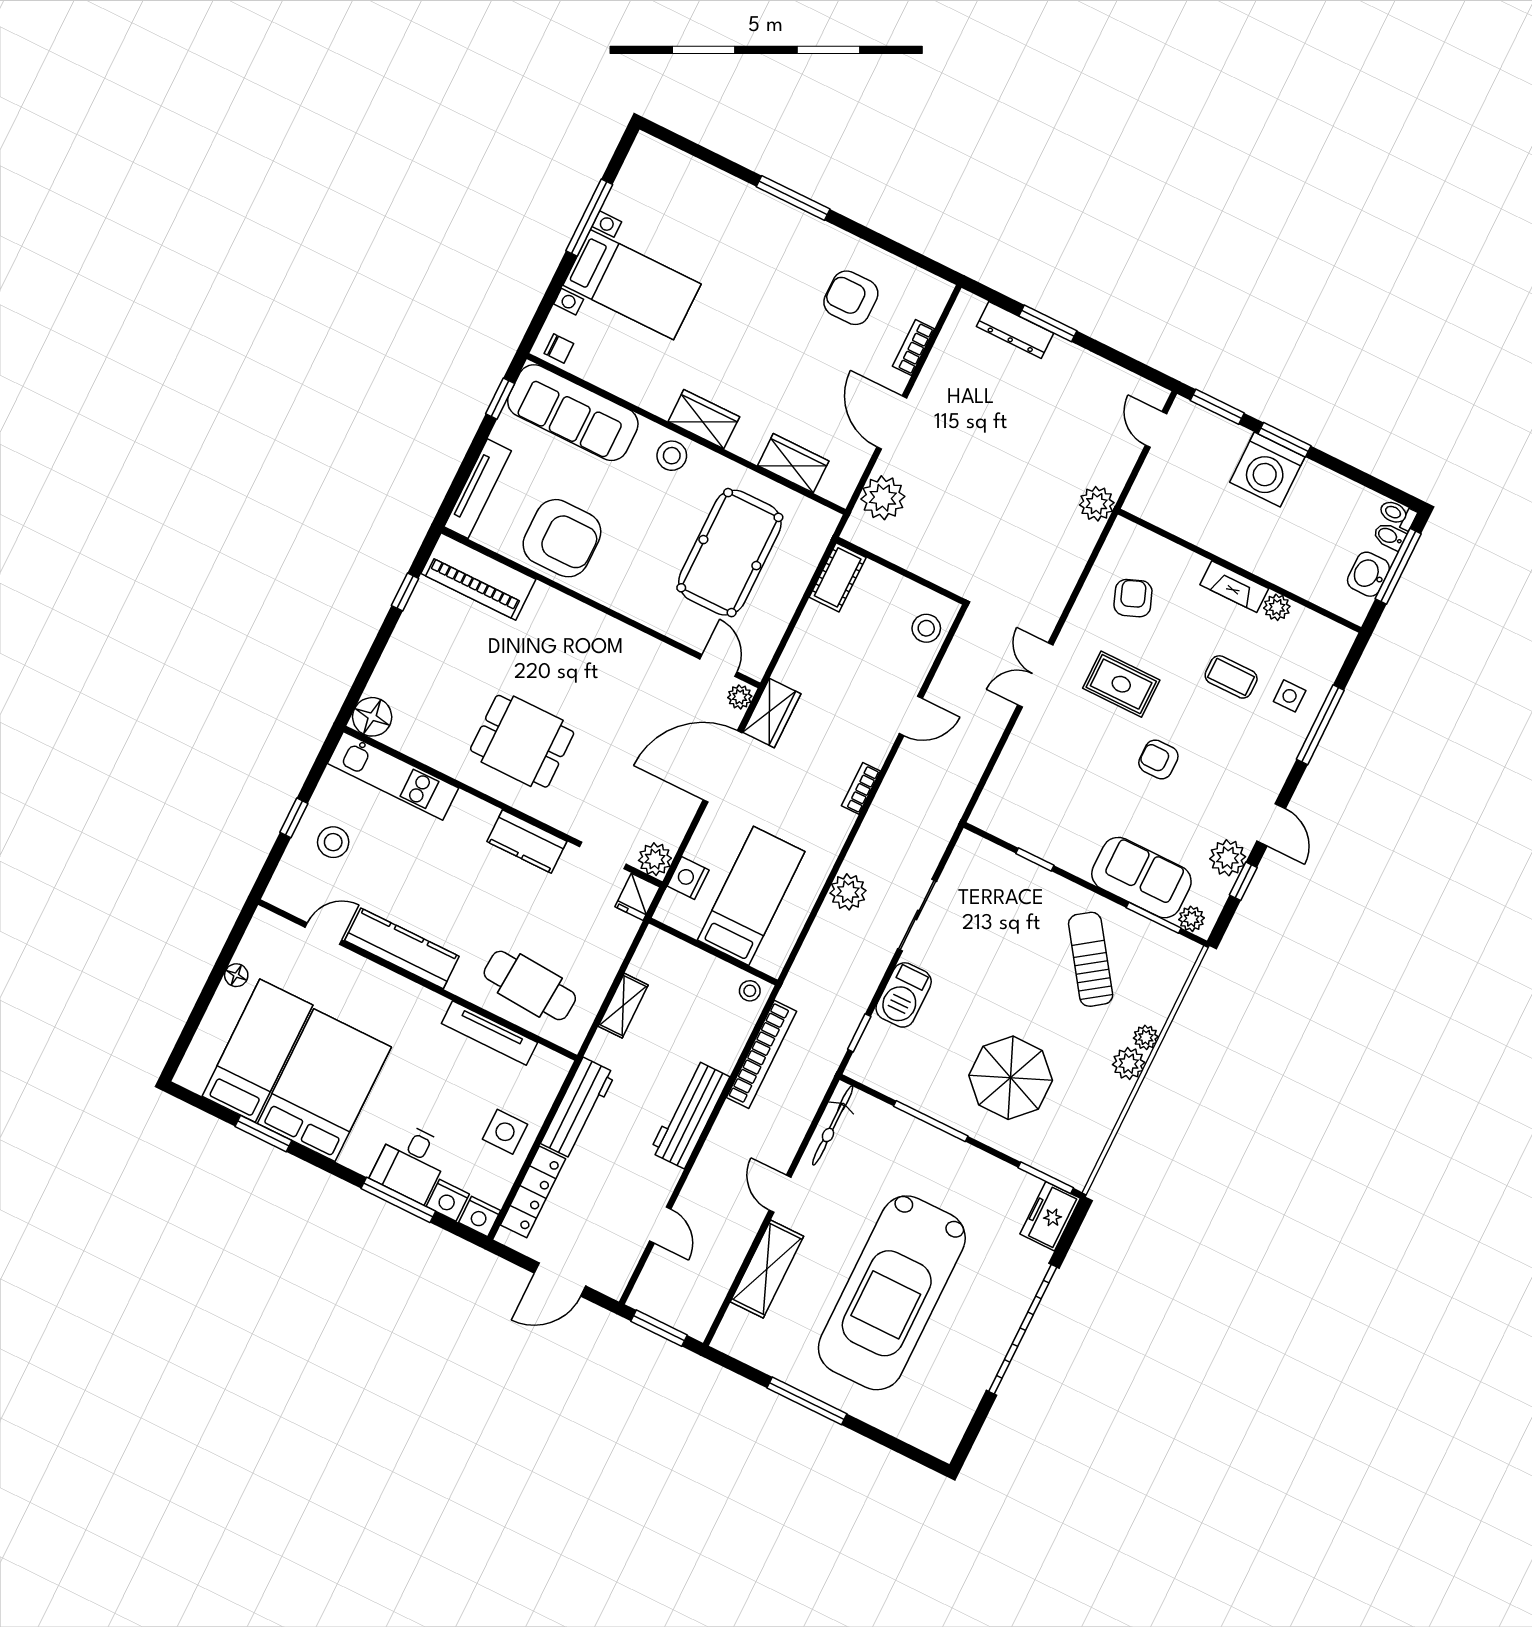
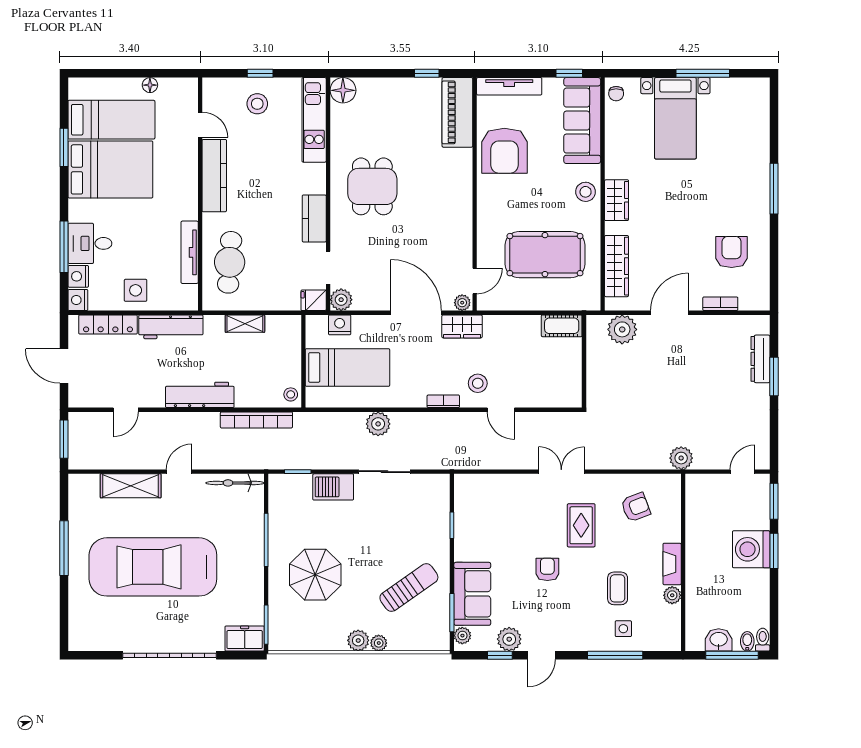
wardrobe: (793, 463) -> (617, 266), width x1.50
stool: (926, 628) -> (478, 383), moved

